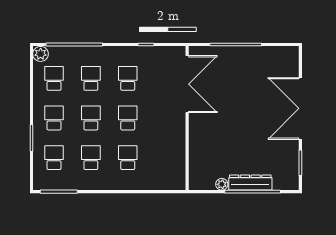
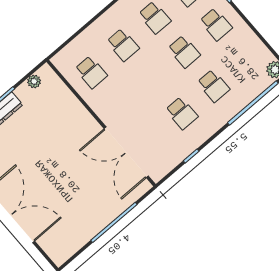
school desk: (54, 78) -> (245, 58), removed
school desk: (128, 118) -> (91, 72), moved
plant: (222, 184) -> (34, 81), moved

